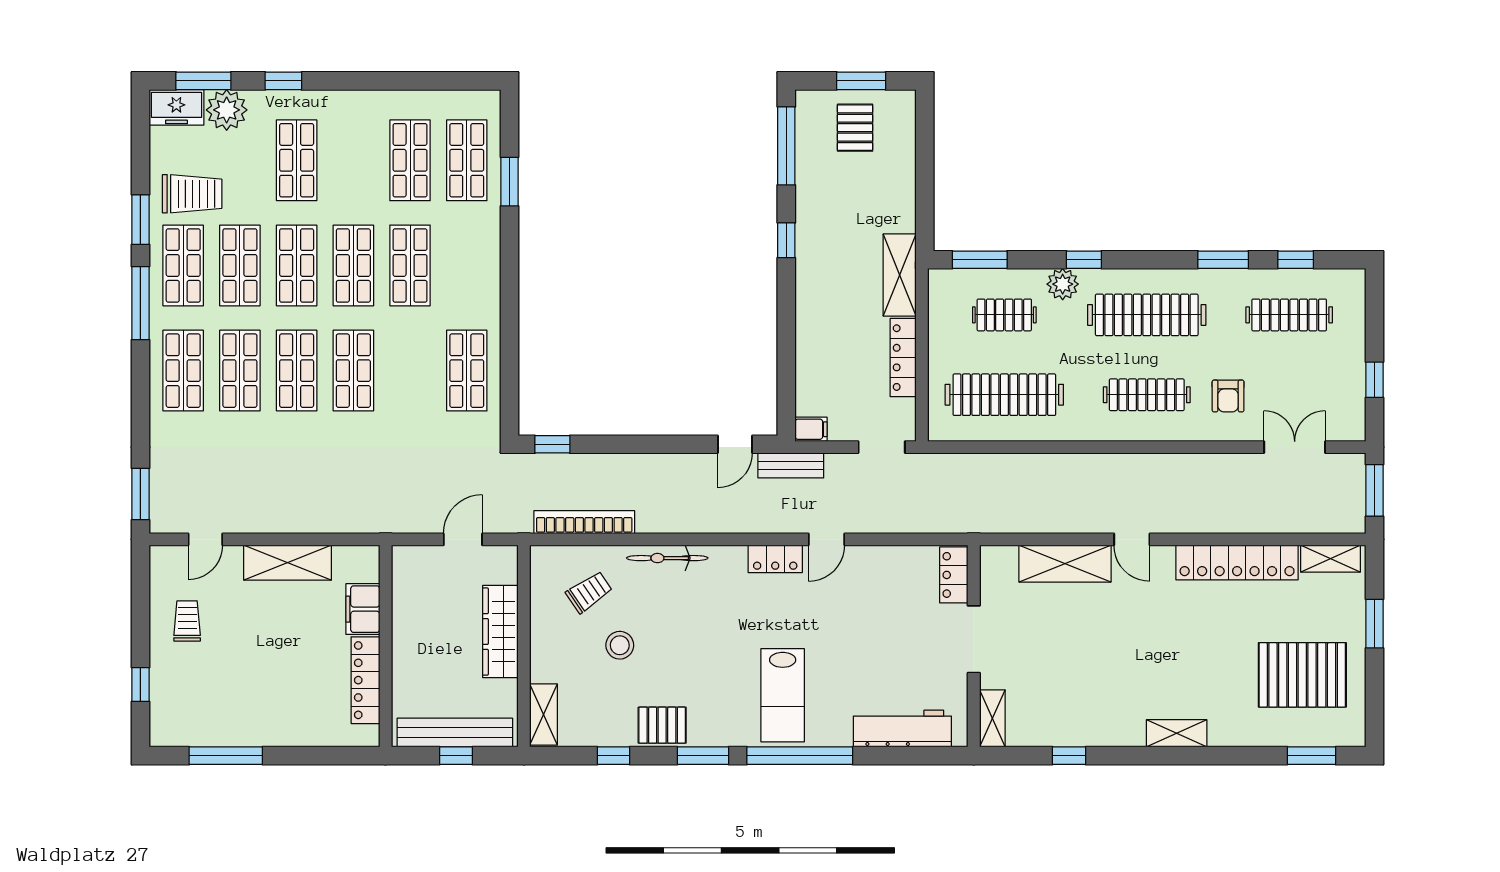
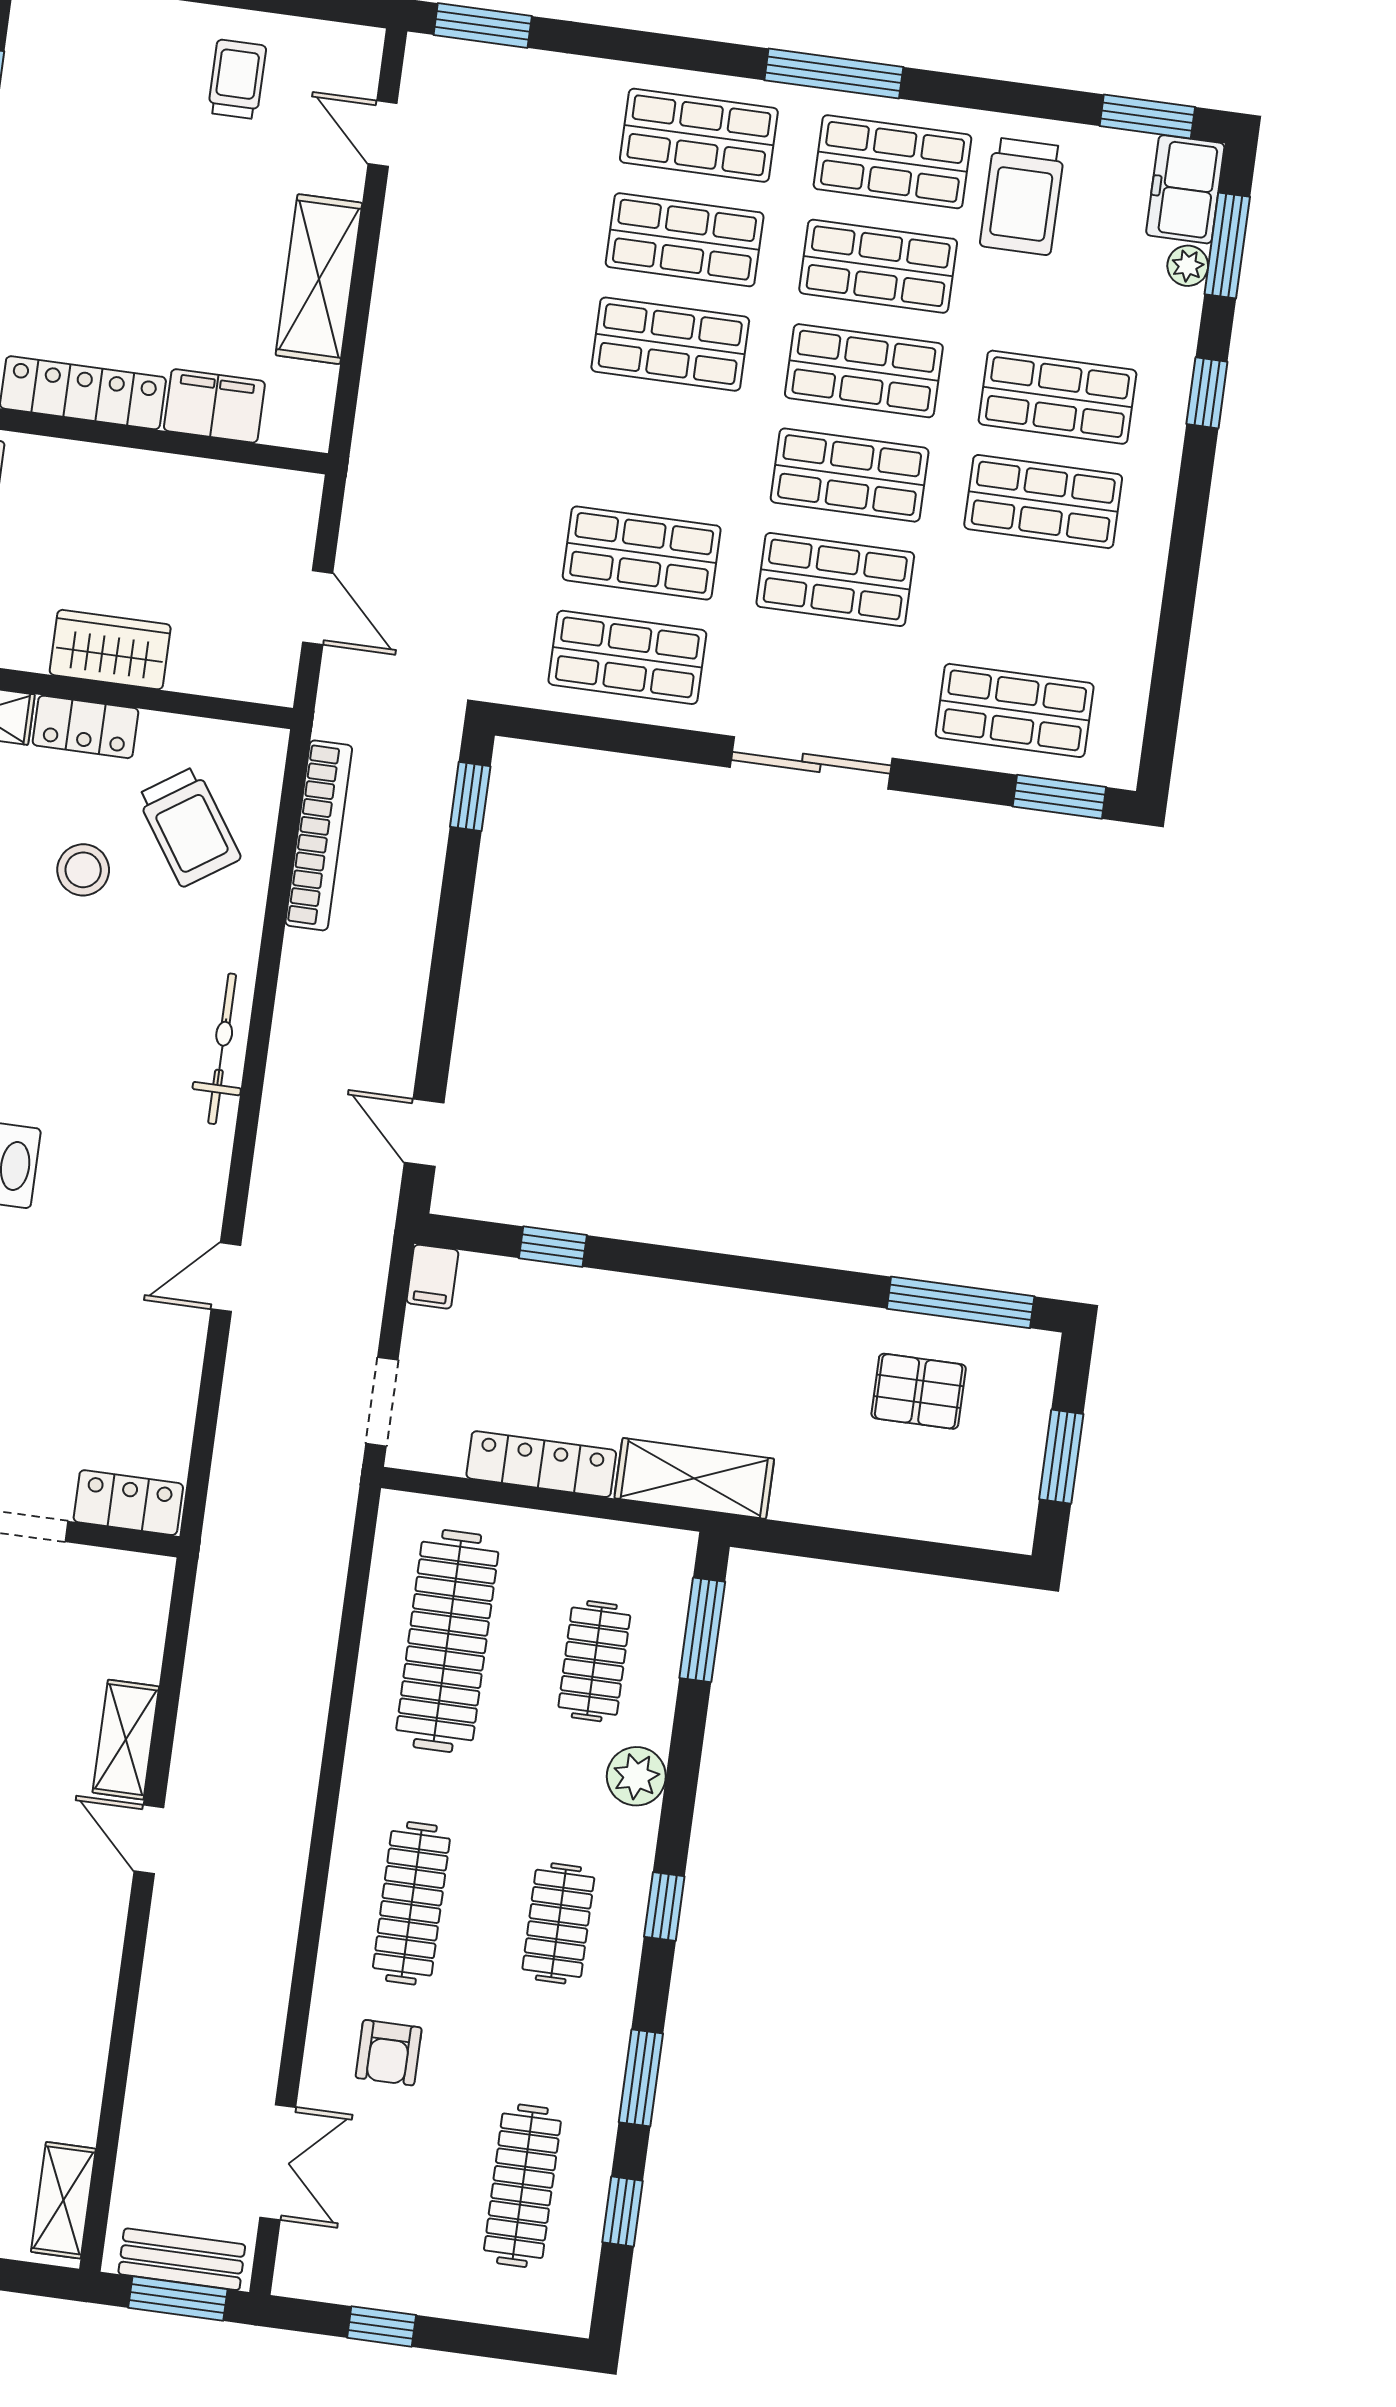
plant: (227, 110) -> (1188, 266), width x0.53, depth x0.53
pallet: (855, 128) -> (919, 1391), moved
shop shelf: (410, 160) -> (1043, 502), moved
window: (510, 182) -> (1059, 797), moved
window: (140, 220) -> (1147, 117), moved
window: (786, 240) -> (553, 1247), moved
window: (1084, 260) -> (664, 1907), moved
sliding door: (510, 265) -> (811, 763), added
clothes rail: (1147, 315) -> (558, 1923), width x0.54, depth x0.76
shop shelf: (353, 371) -> (642, 553), moved
armchair: (1228, 396) -> (389, 2053), turned -90
bench: (791, 465) -> (182, 2259), moved, turned 90
door: (826, 539) -> (226, 1277), hinge flipped
door: (1132, 539) -> (149, 1839), hinge flipped
bicycle: (667, 558) -> (222, 1049), moved
locker: (775, 559) -> (86, 727), moved, turned -90
locker: (1237, 562) -> (80, 2027), removed
shelving: (1065, 564) -> (126, 1740), width x0.67, depth x0.75
trolley: (589, 592) -> (189, 827), width x1.36, depth x1.39
trolley: (187, 621) -> (237, 79), turned -90
wardrobe: (500, 632) -> (110, 650), width x0.67

